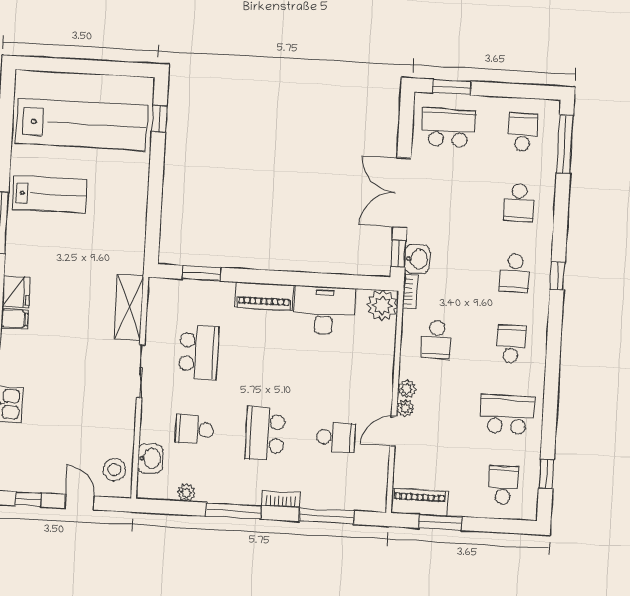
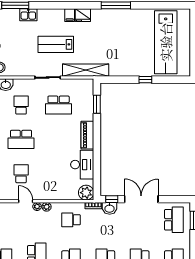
window: (159, 119) -> (145, 80), moved
lab bench: (49, 194) -> (56, 44), moved, turned 90
shelving: (129, 308) -> (86, 70), width x1.47
school desk: (265, 433) -> (21, 139), turned 180
school desk: (336, 437) -> (21, 174), turned 180

